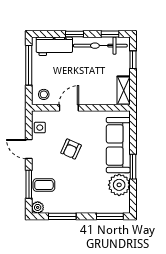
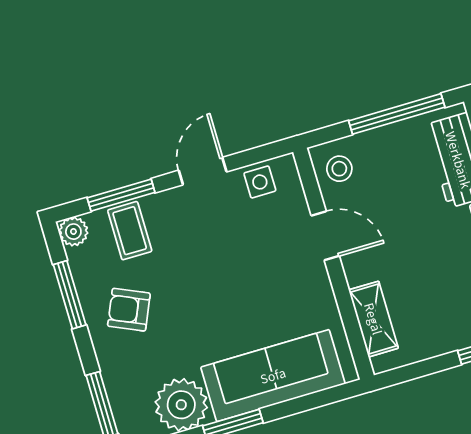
shelving: (124, 90) -> (373, 319), moved, turned 90
armchair: (71, 149) -> (129, 310), moved

